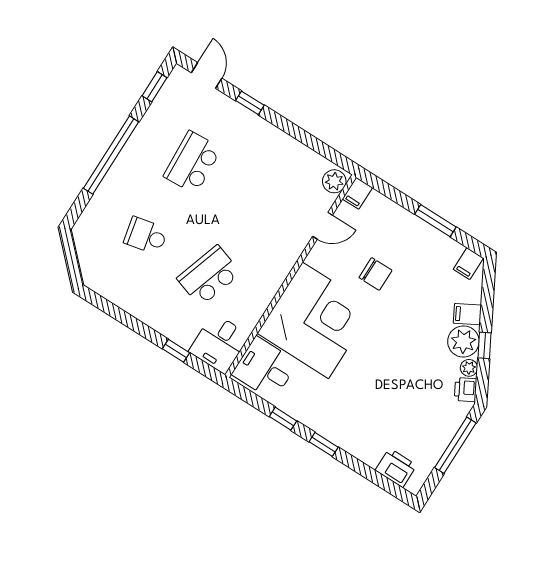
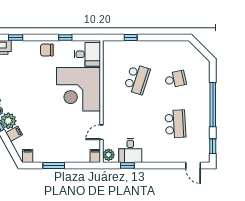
window: (250, 103) -> (127, 166), moved
chair: (375, 274) -> (47, 50), moved
desk: (219, 343) -> (130, 150), moved, turned 180
window: (324, 444) -> (16, 38), moved

